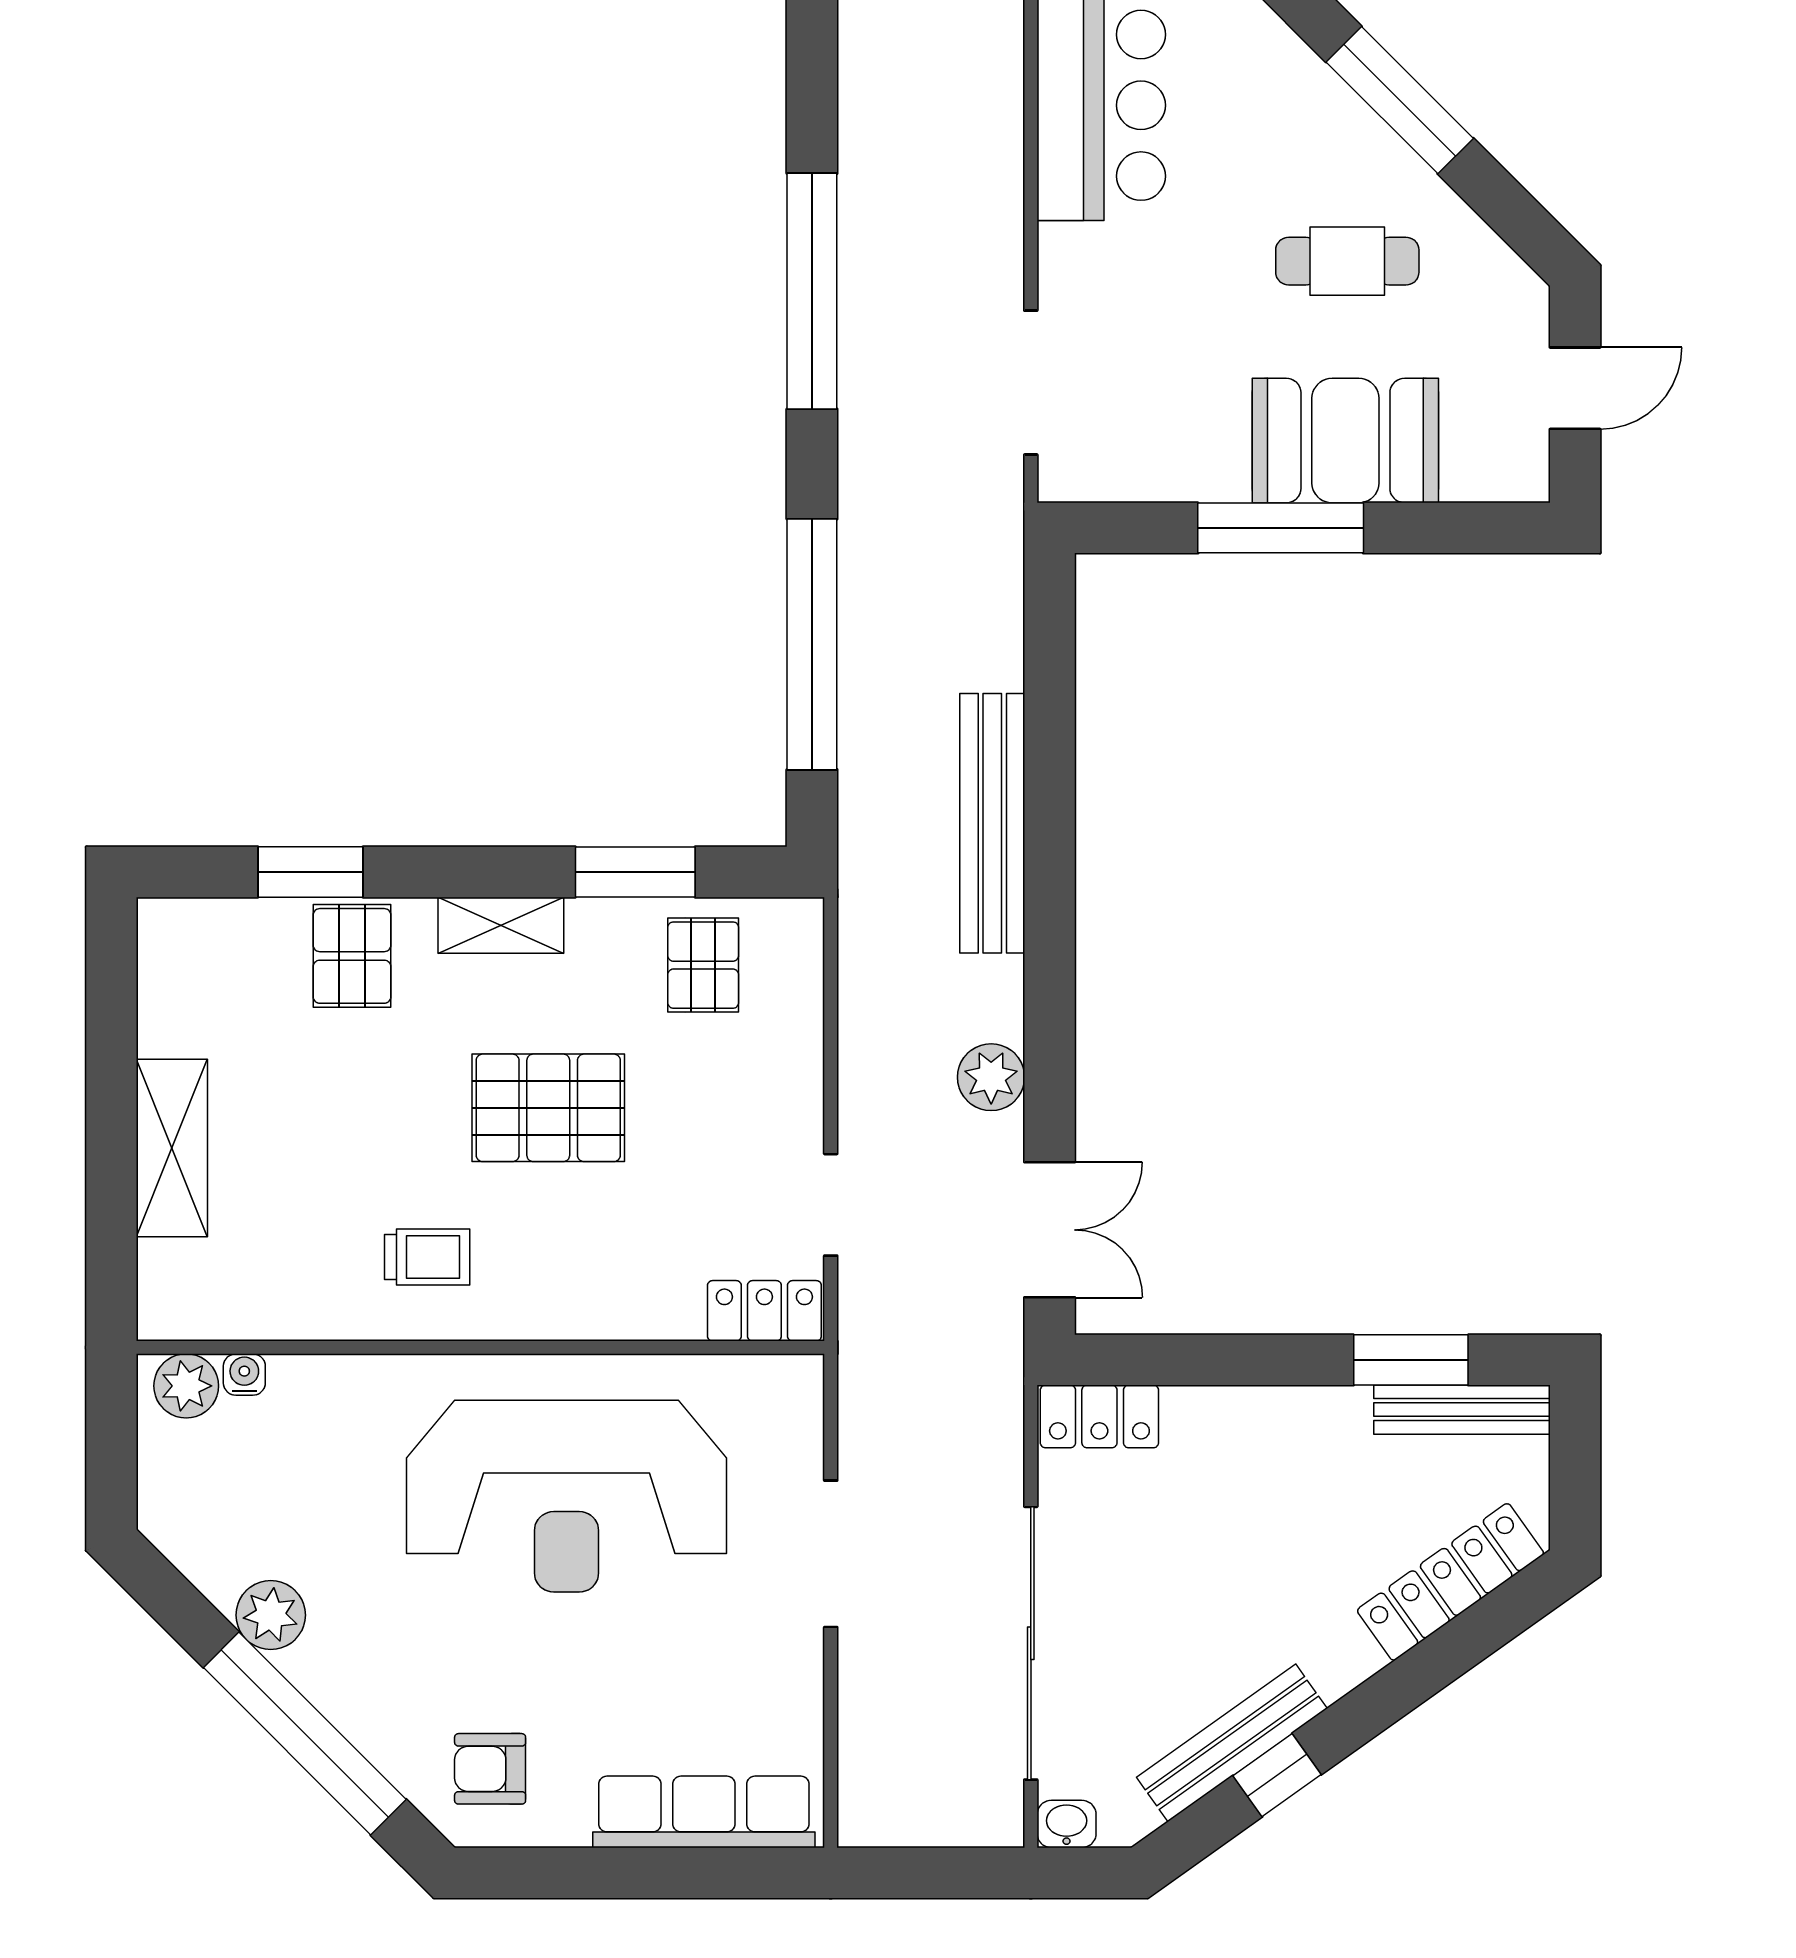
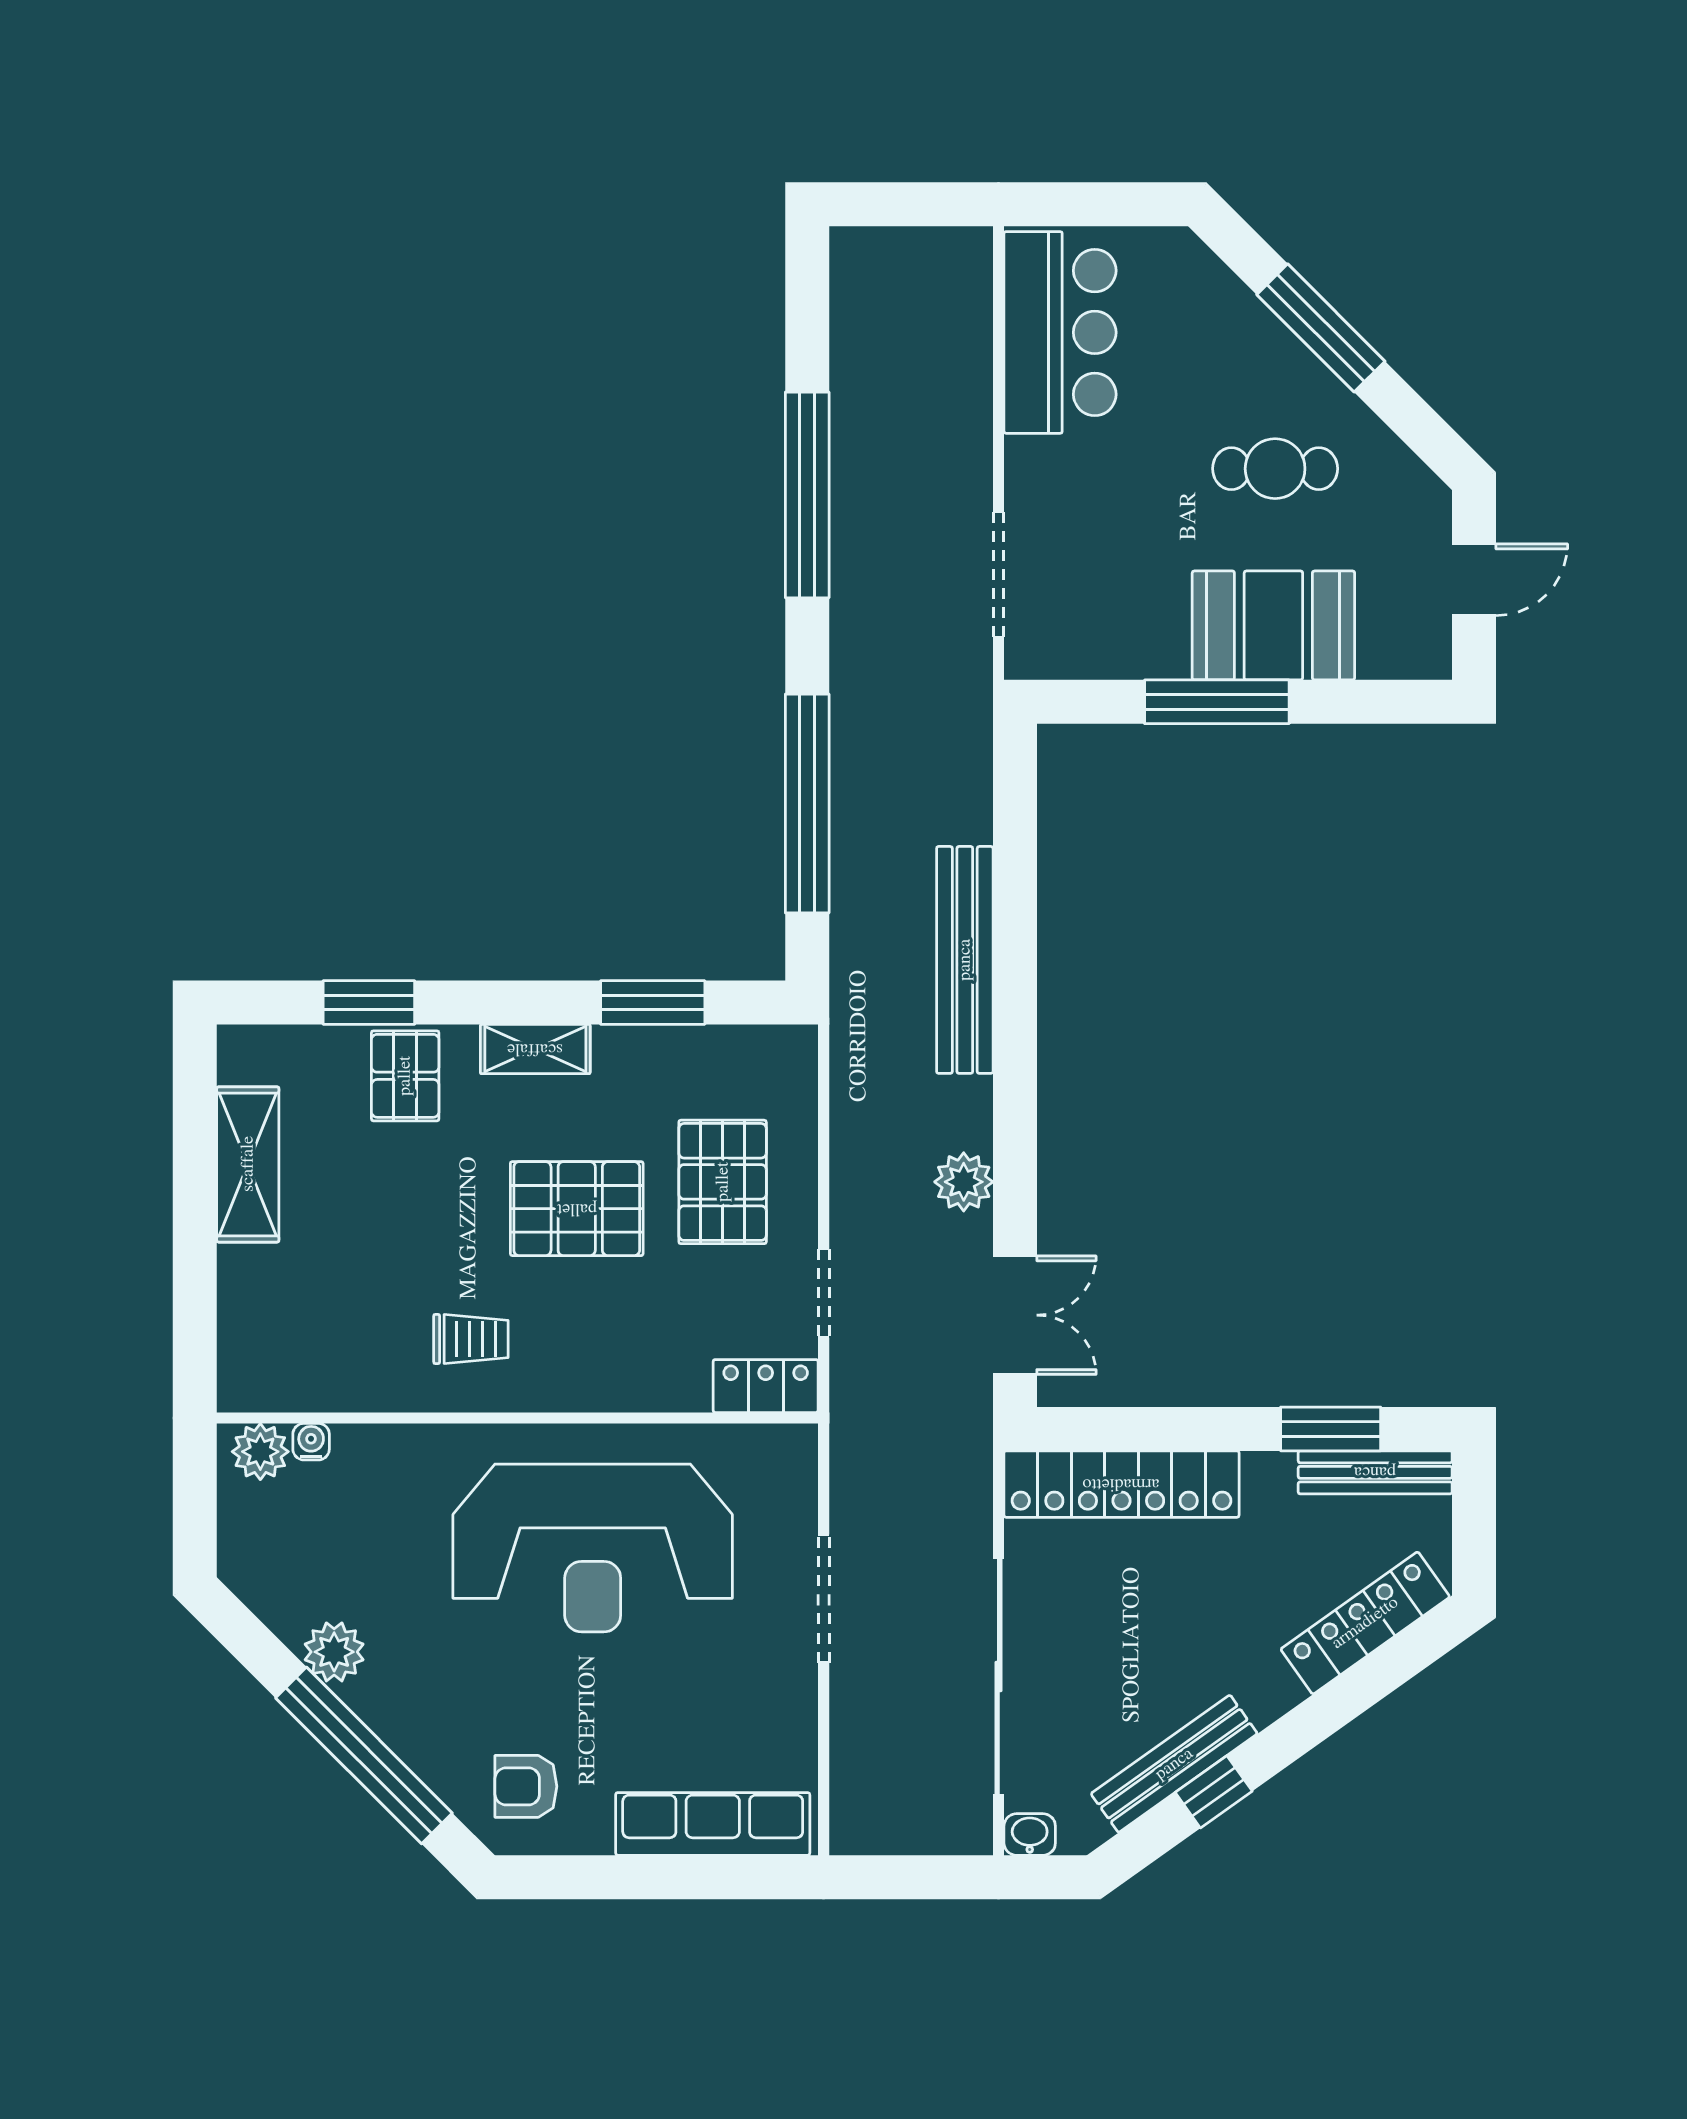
pallet: (703, 965) -> (723, 1182), moved, width x1.50, depth x1.42
shelving: (172, 1148) -> (248, 1164), moved
locker: (1099, 1416) -> (1121, 1484), width x2.16, depth x1.21

